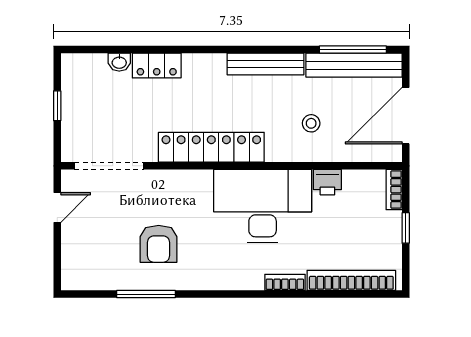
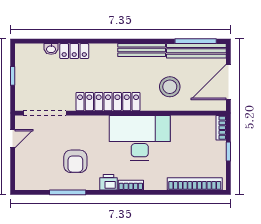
stool: (311, 123) -> (170, 87), width x1.89, depth x1.89
printer: (327, 182) -> (108, 182), moved, turned 180
bookcase: (285, 282) -> (131, 185), moved

